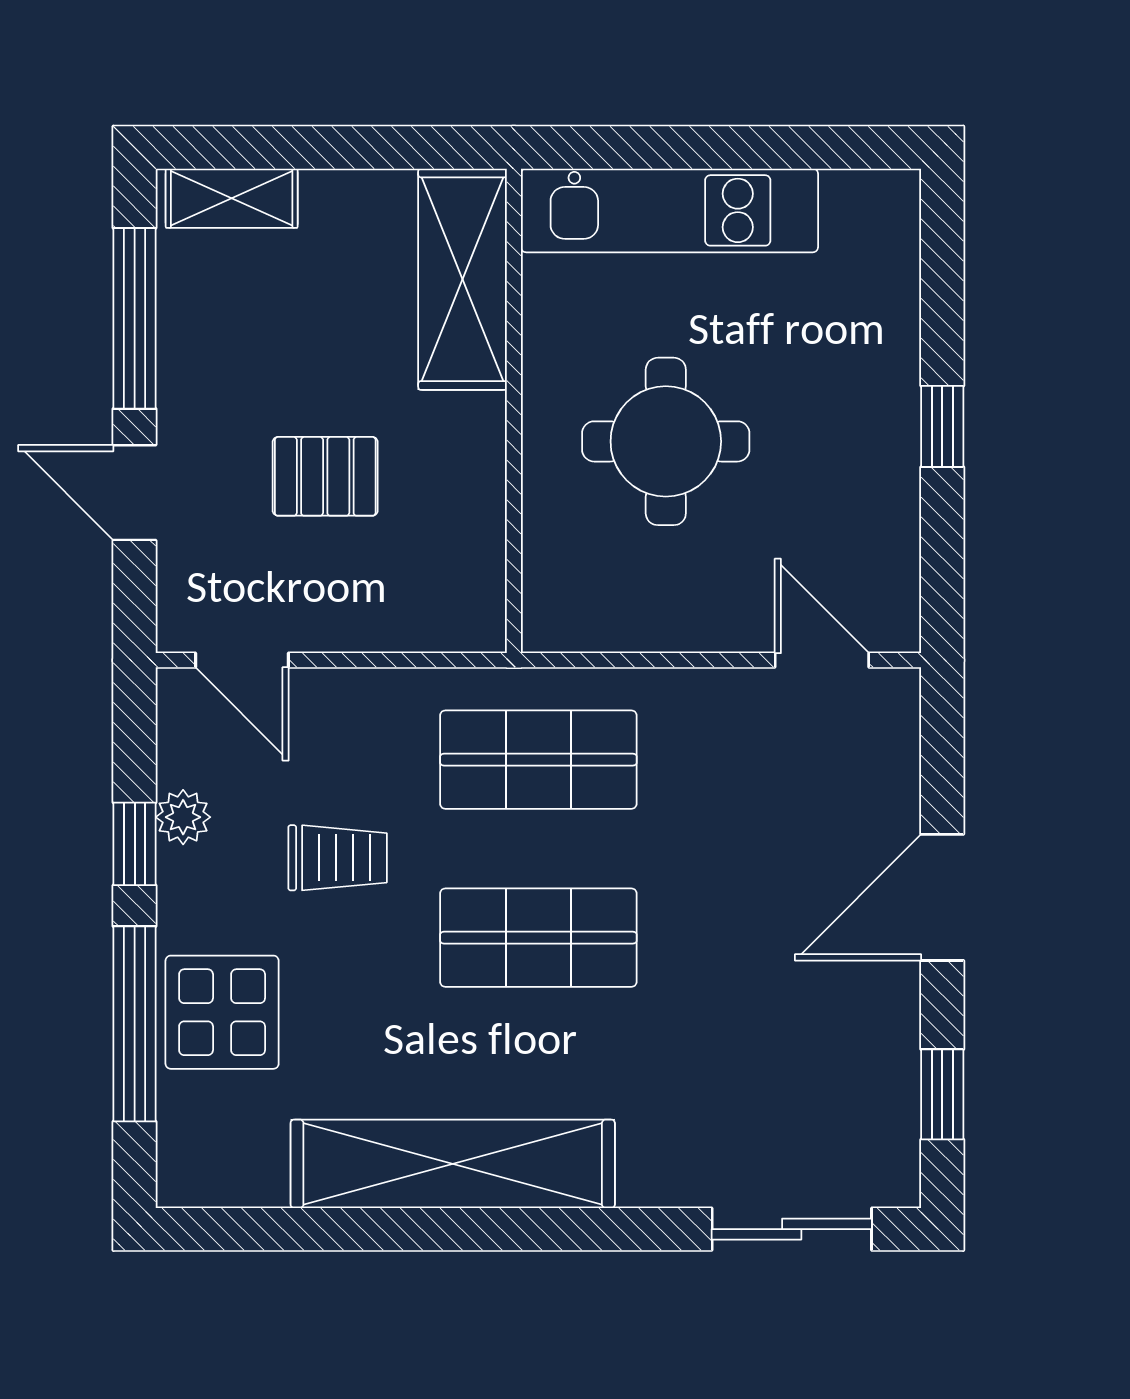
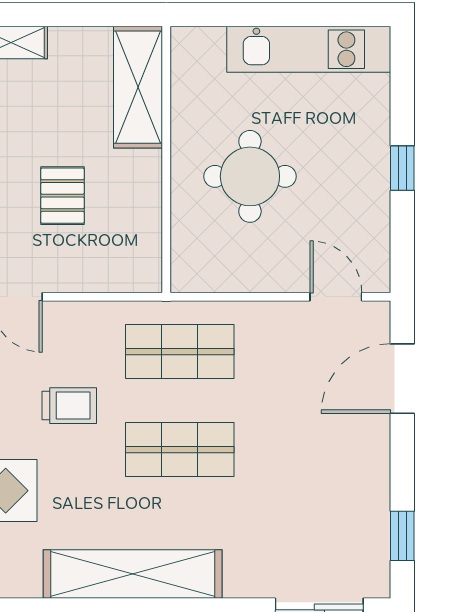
kitchen unit: (669, 210) -> (309, 49), moved
pallet: (325, 476) -> (62, 196), turned 90
door: (942, 897) -> (402, 379), moved

